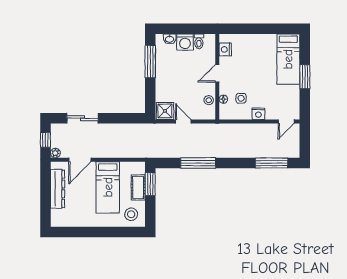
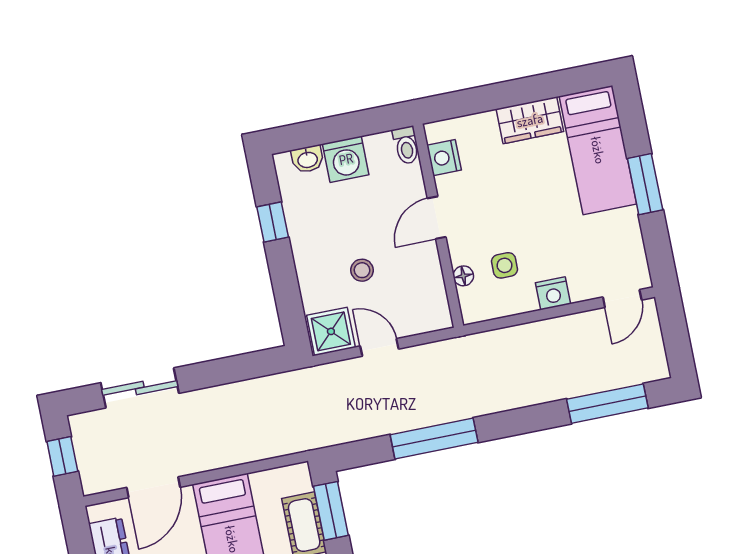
toilet: (199, 41) -> (406, 145), moved
wardrobe: (263, 41) -> (530, 120), added
window: (150, 62) -> (273, 222), width x0.46
stool: (209, 100) -> (362, 270), moved
plant: (55, 153) -> (92, 483), removed

